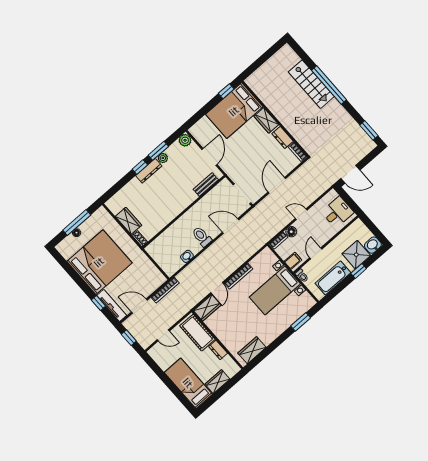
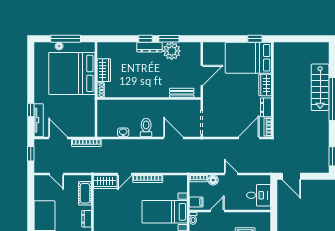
plant: (185, 140) -> (195, 48), removed
plant: (163, 158) -> (172, 51), width x1.87, depth x1.87
door: (277, 185) -> (249, 138), moved
bed: (99, 262) -> (72, 73), moved, turned 180
cot: (197, 333) -> (85, 193), width x0.73, depth x0.75

